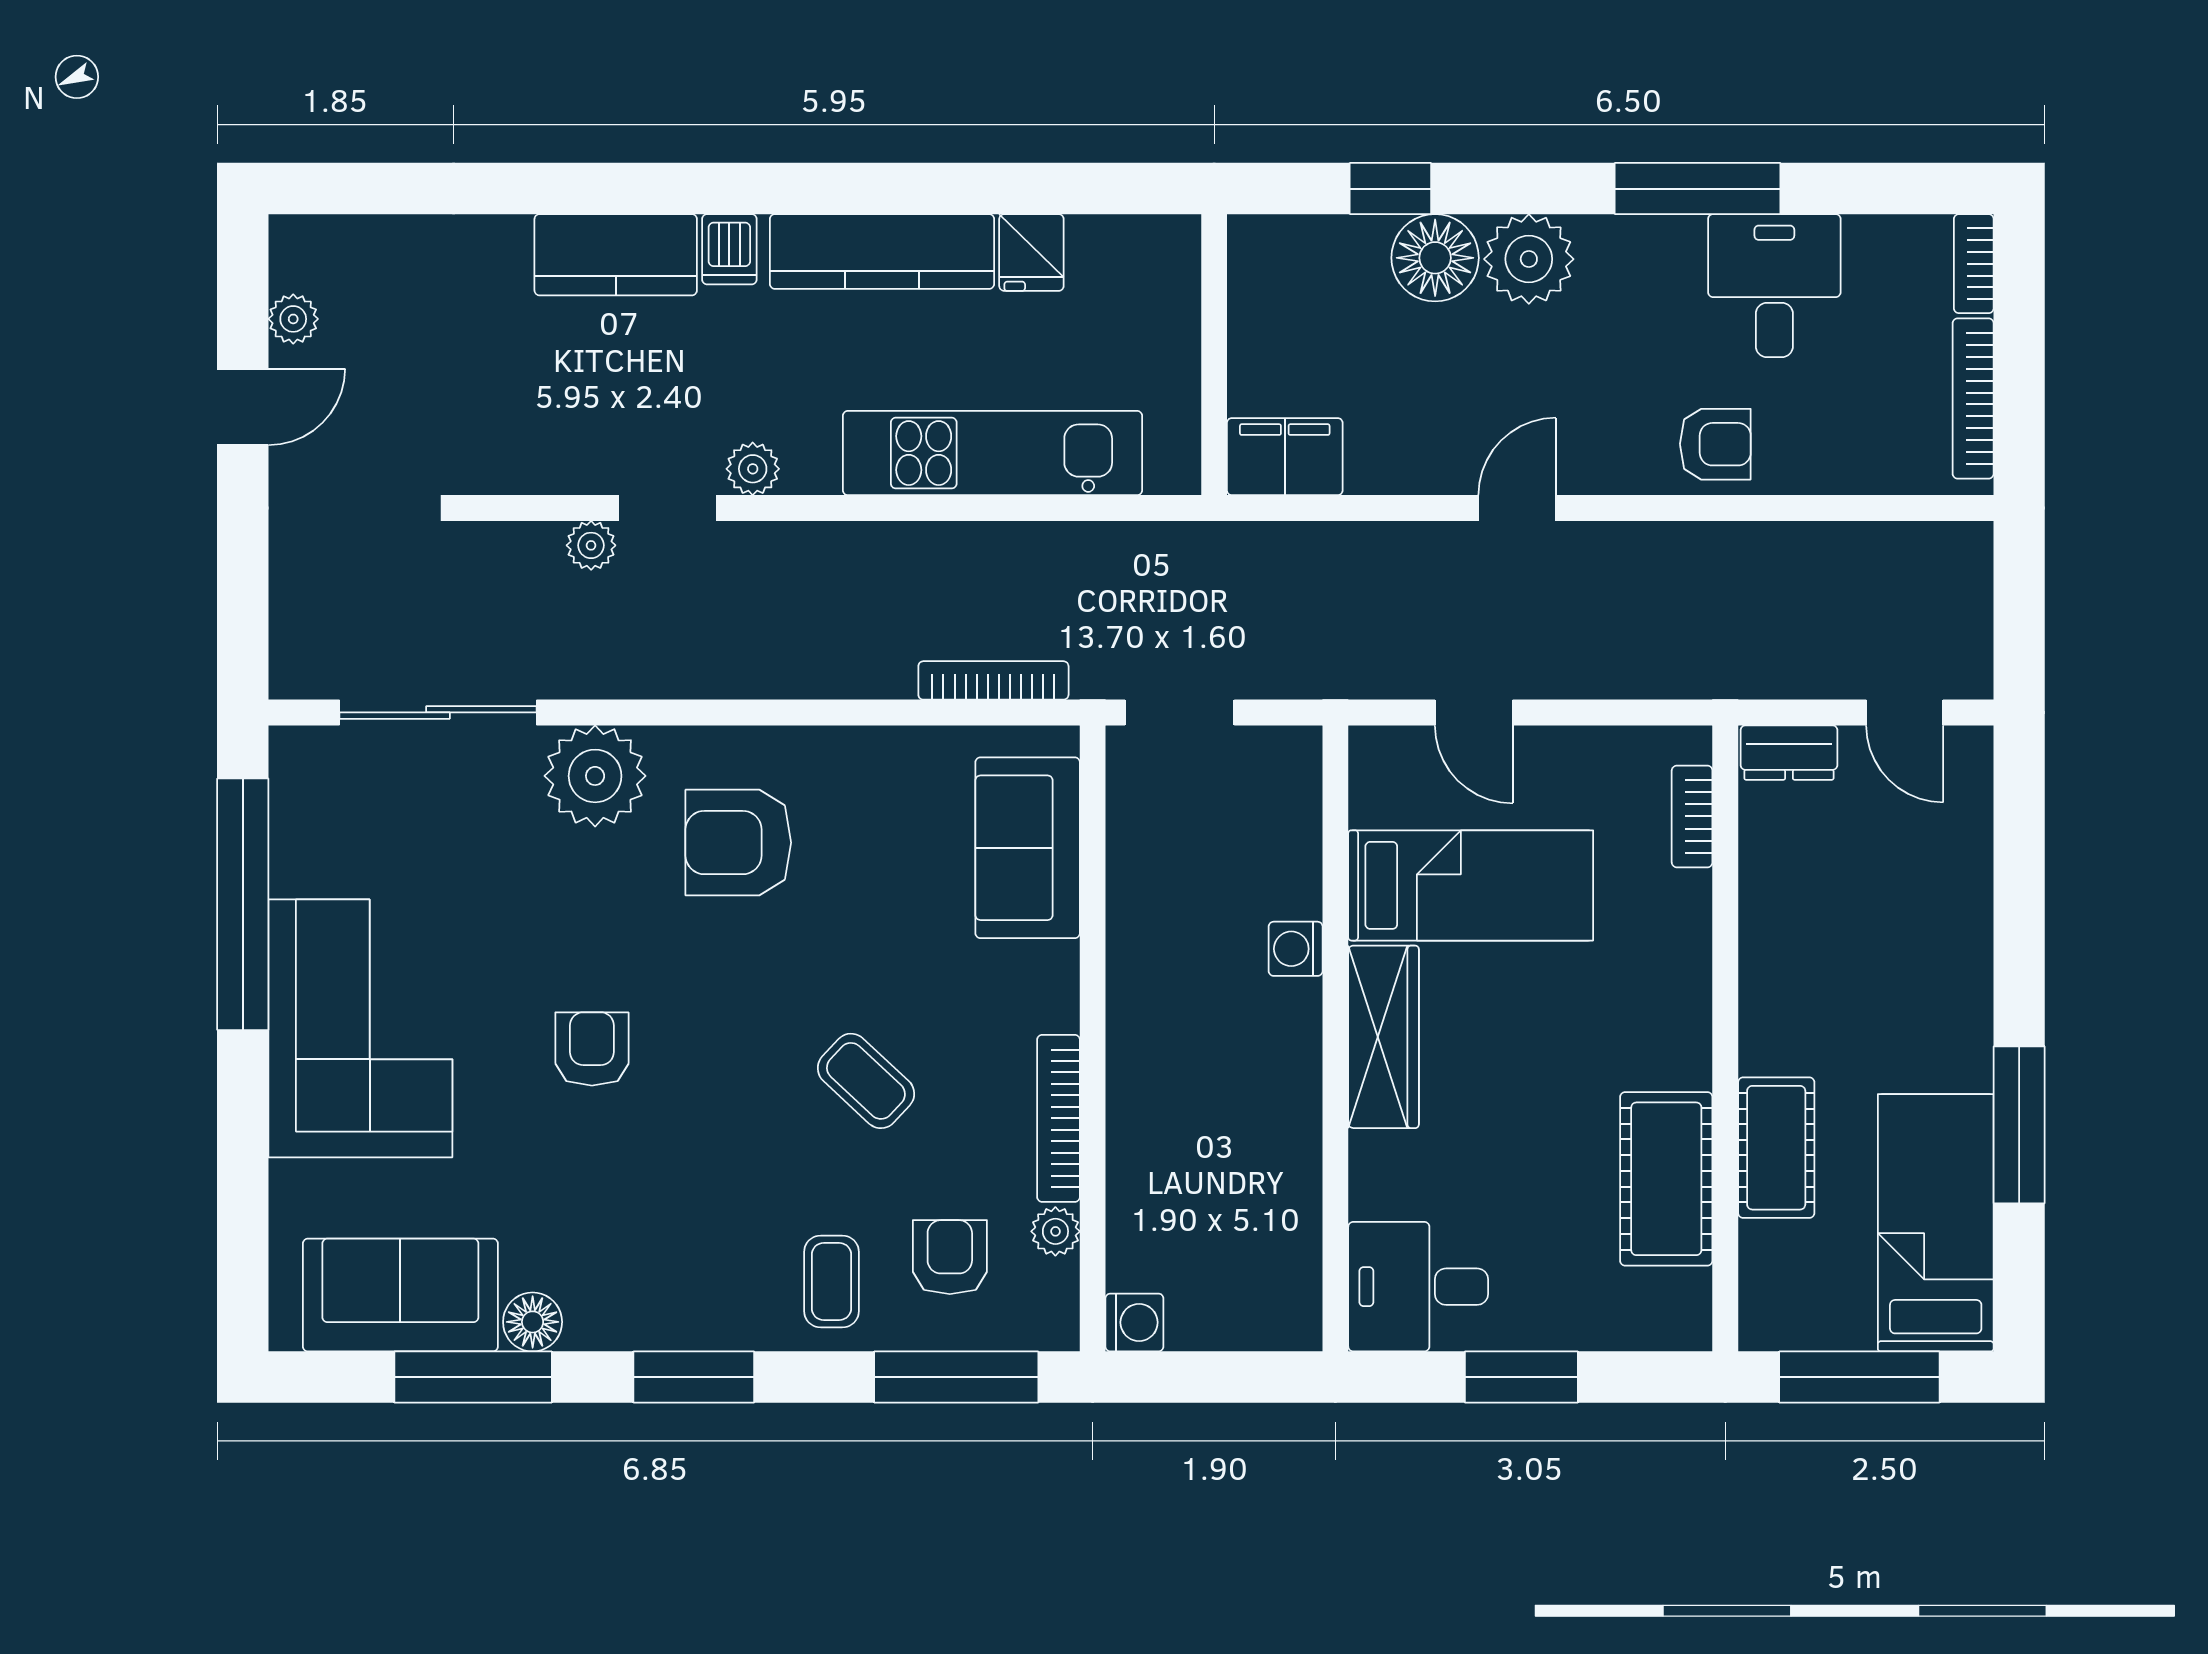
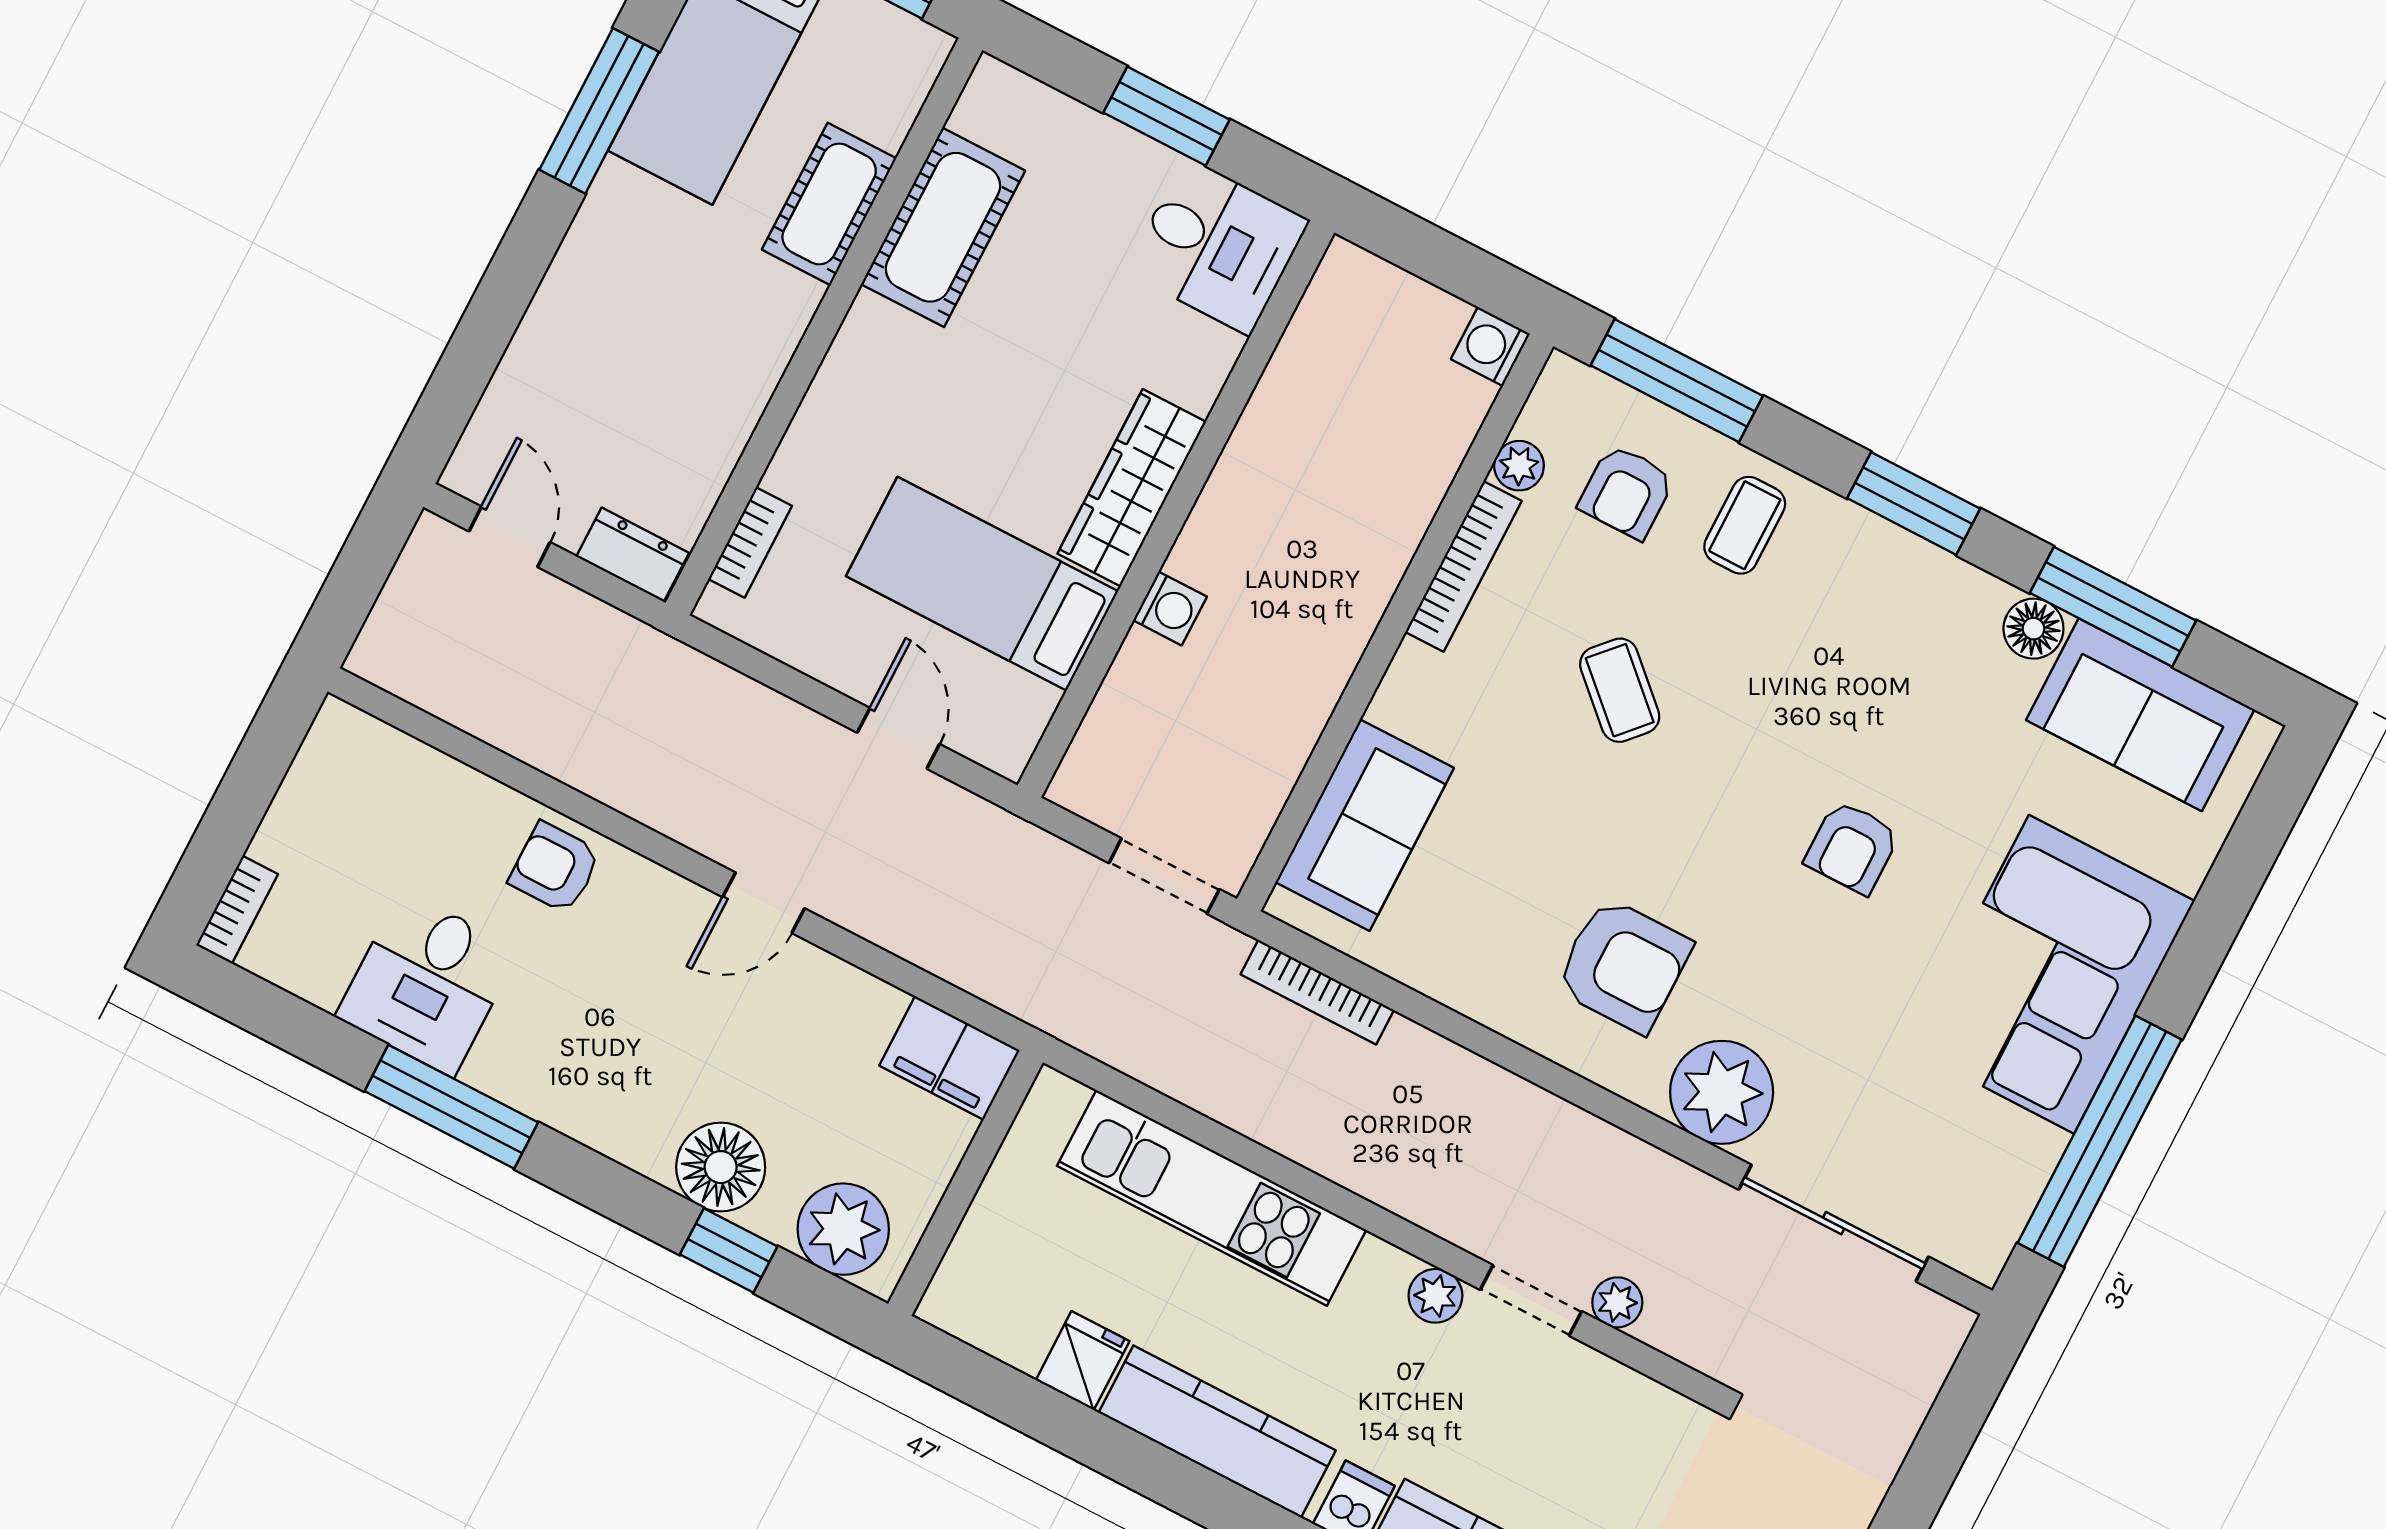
plant: (1529, 259) -> (843, 1229), moved
bookcase: (1973, 398) -> (301, 788), removed

